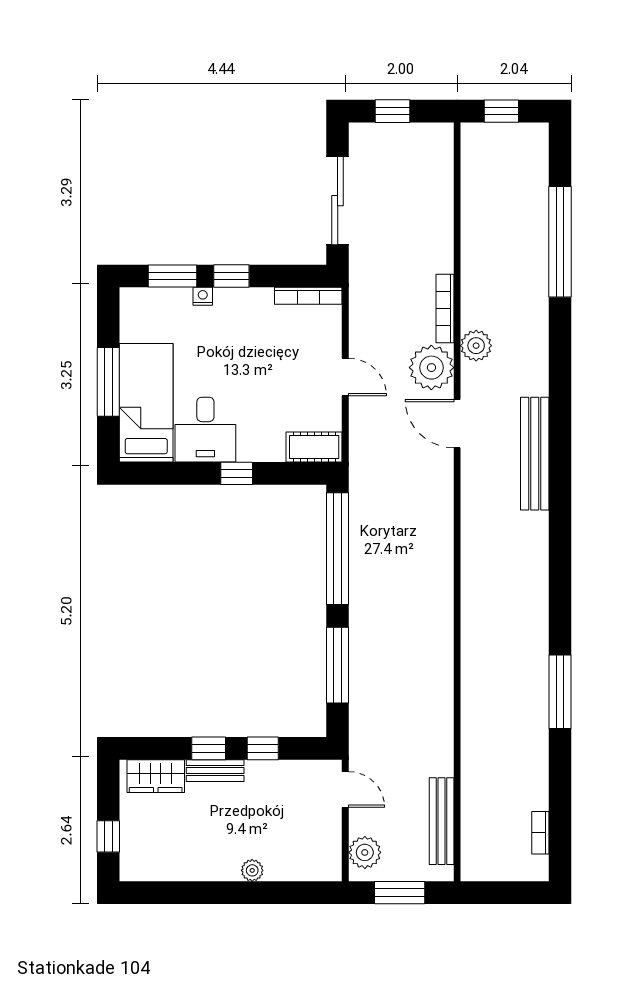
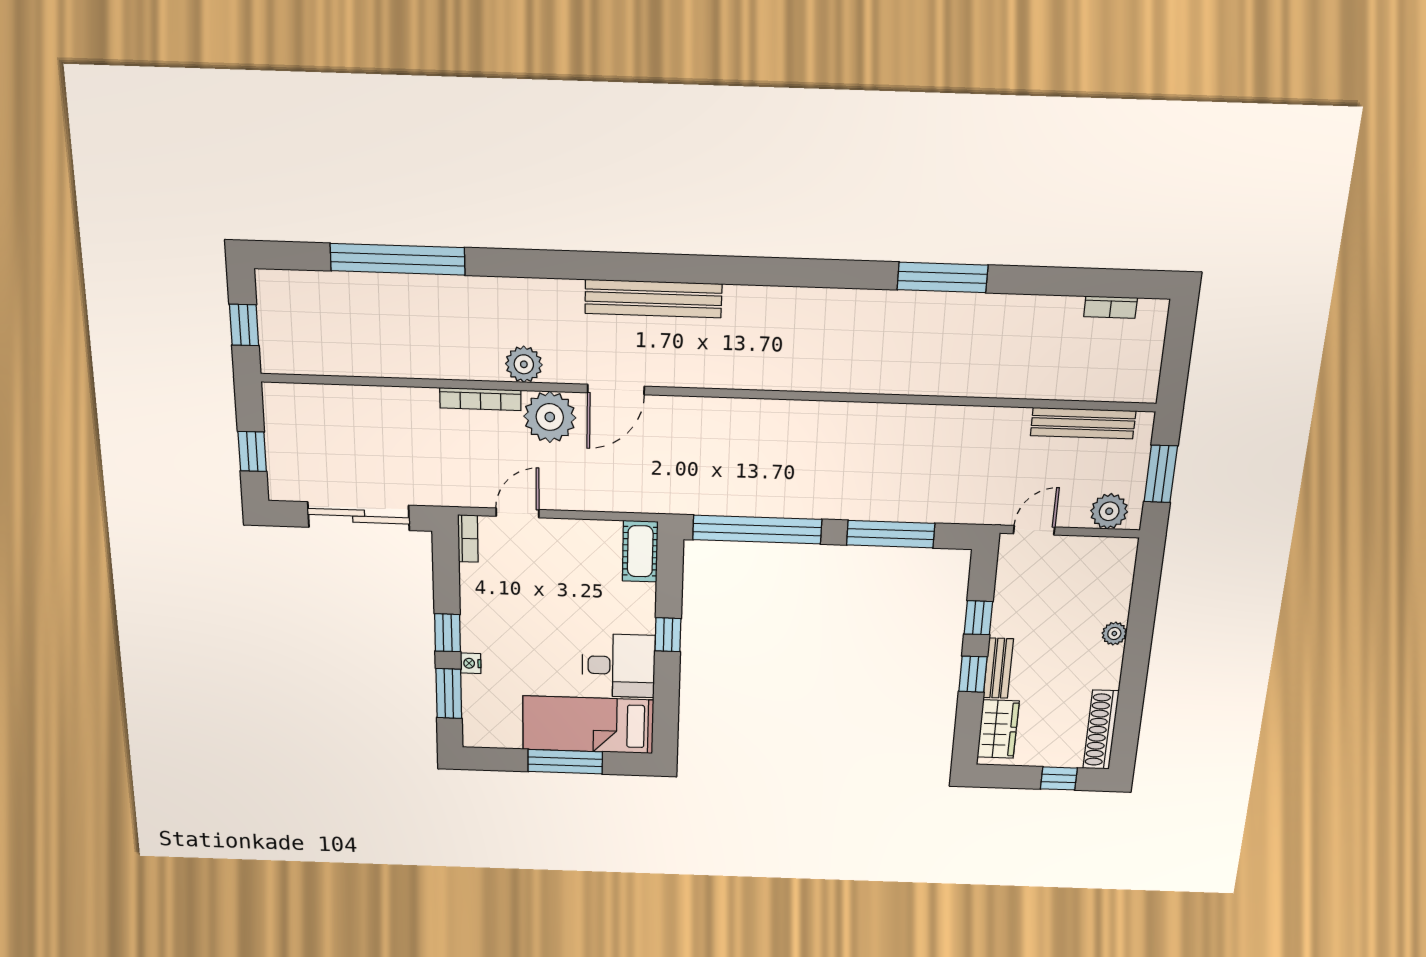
bookcase: (308, 296) -> (468, 539), width x0.64
door: (345, 377) -> (517, 513), moved
shoe rack: (158, 869) -> (1101, 730), added

